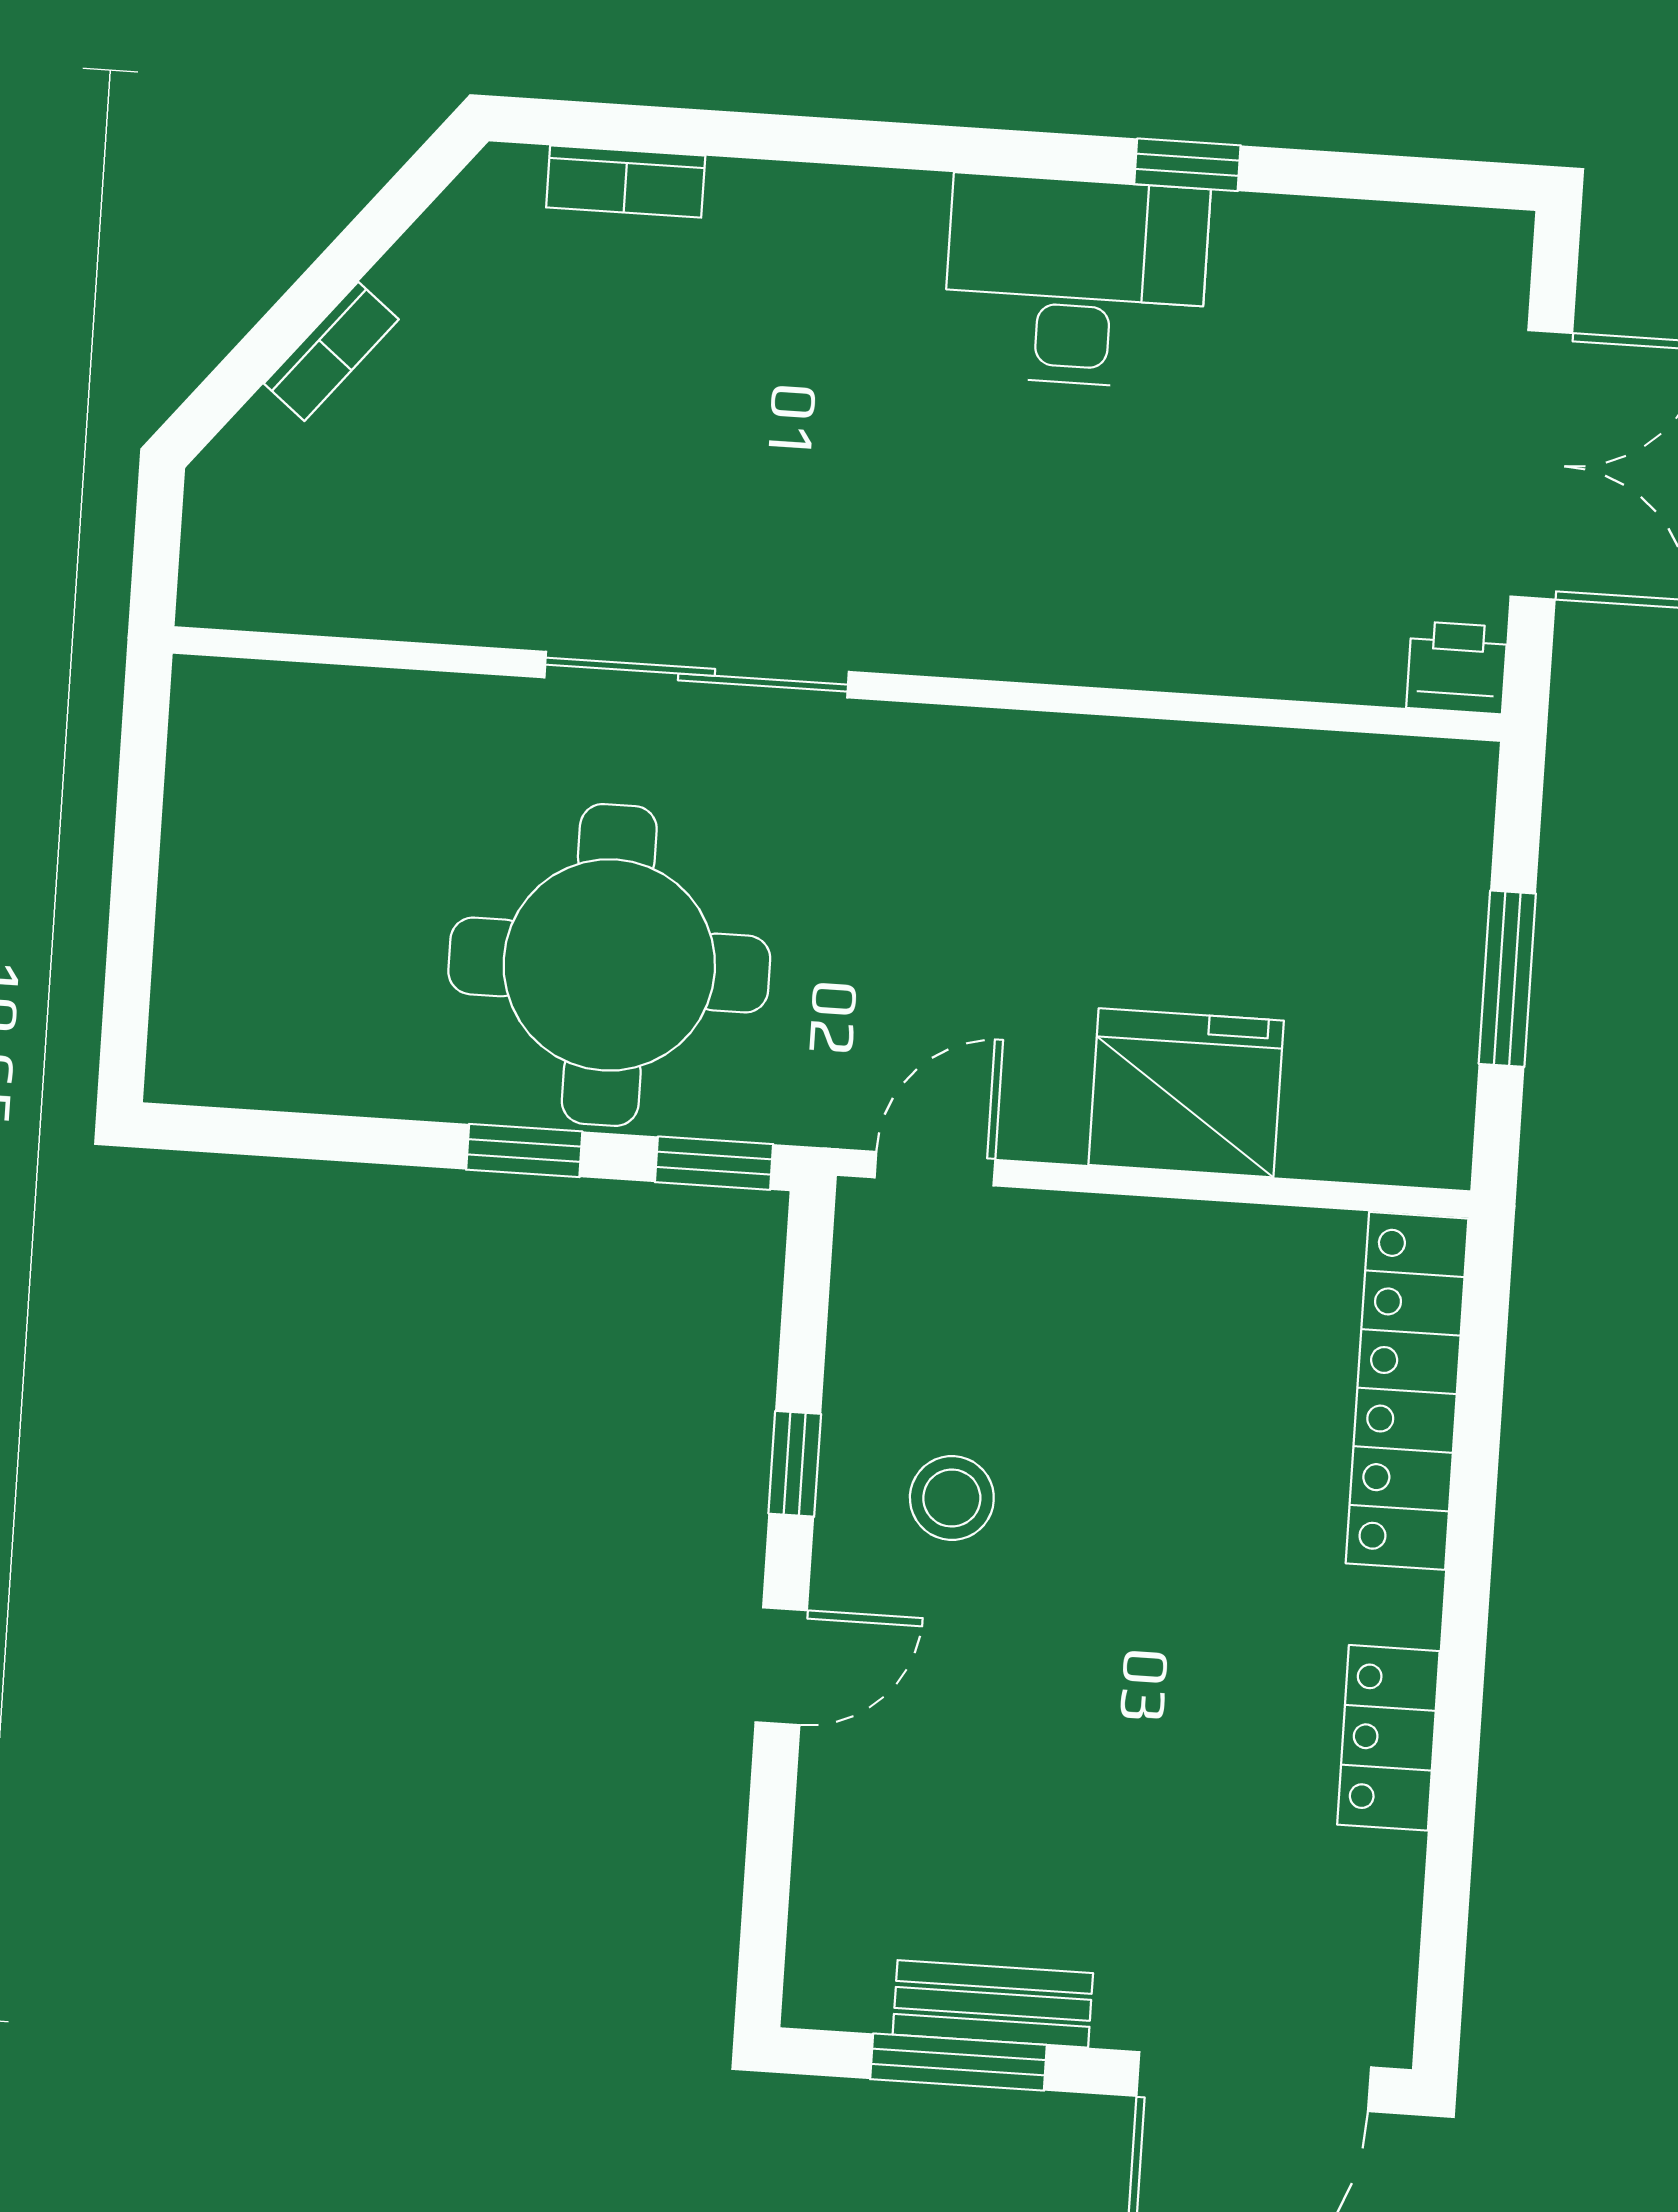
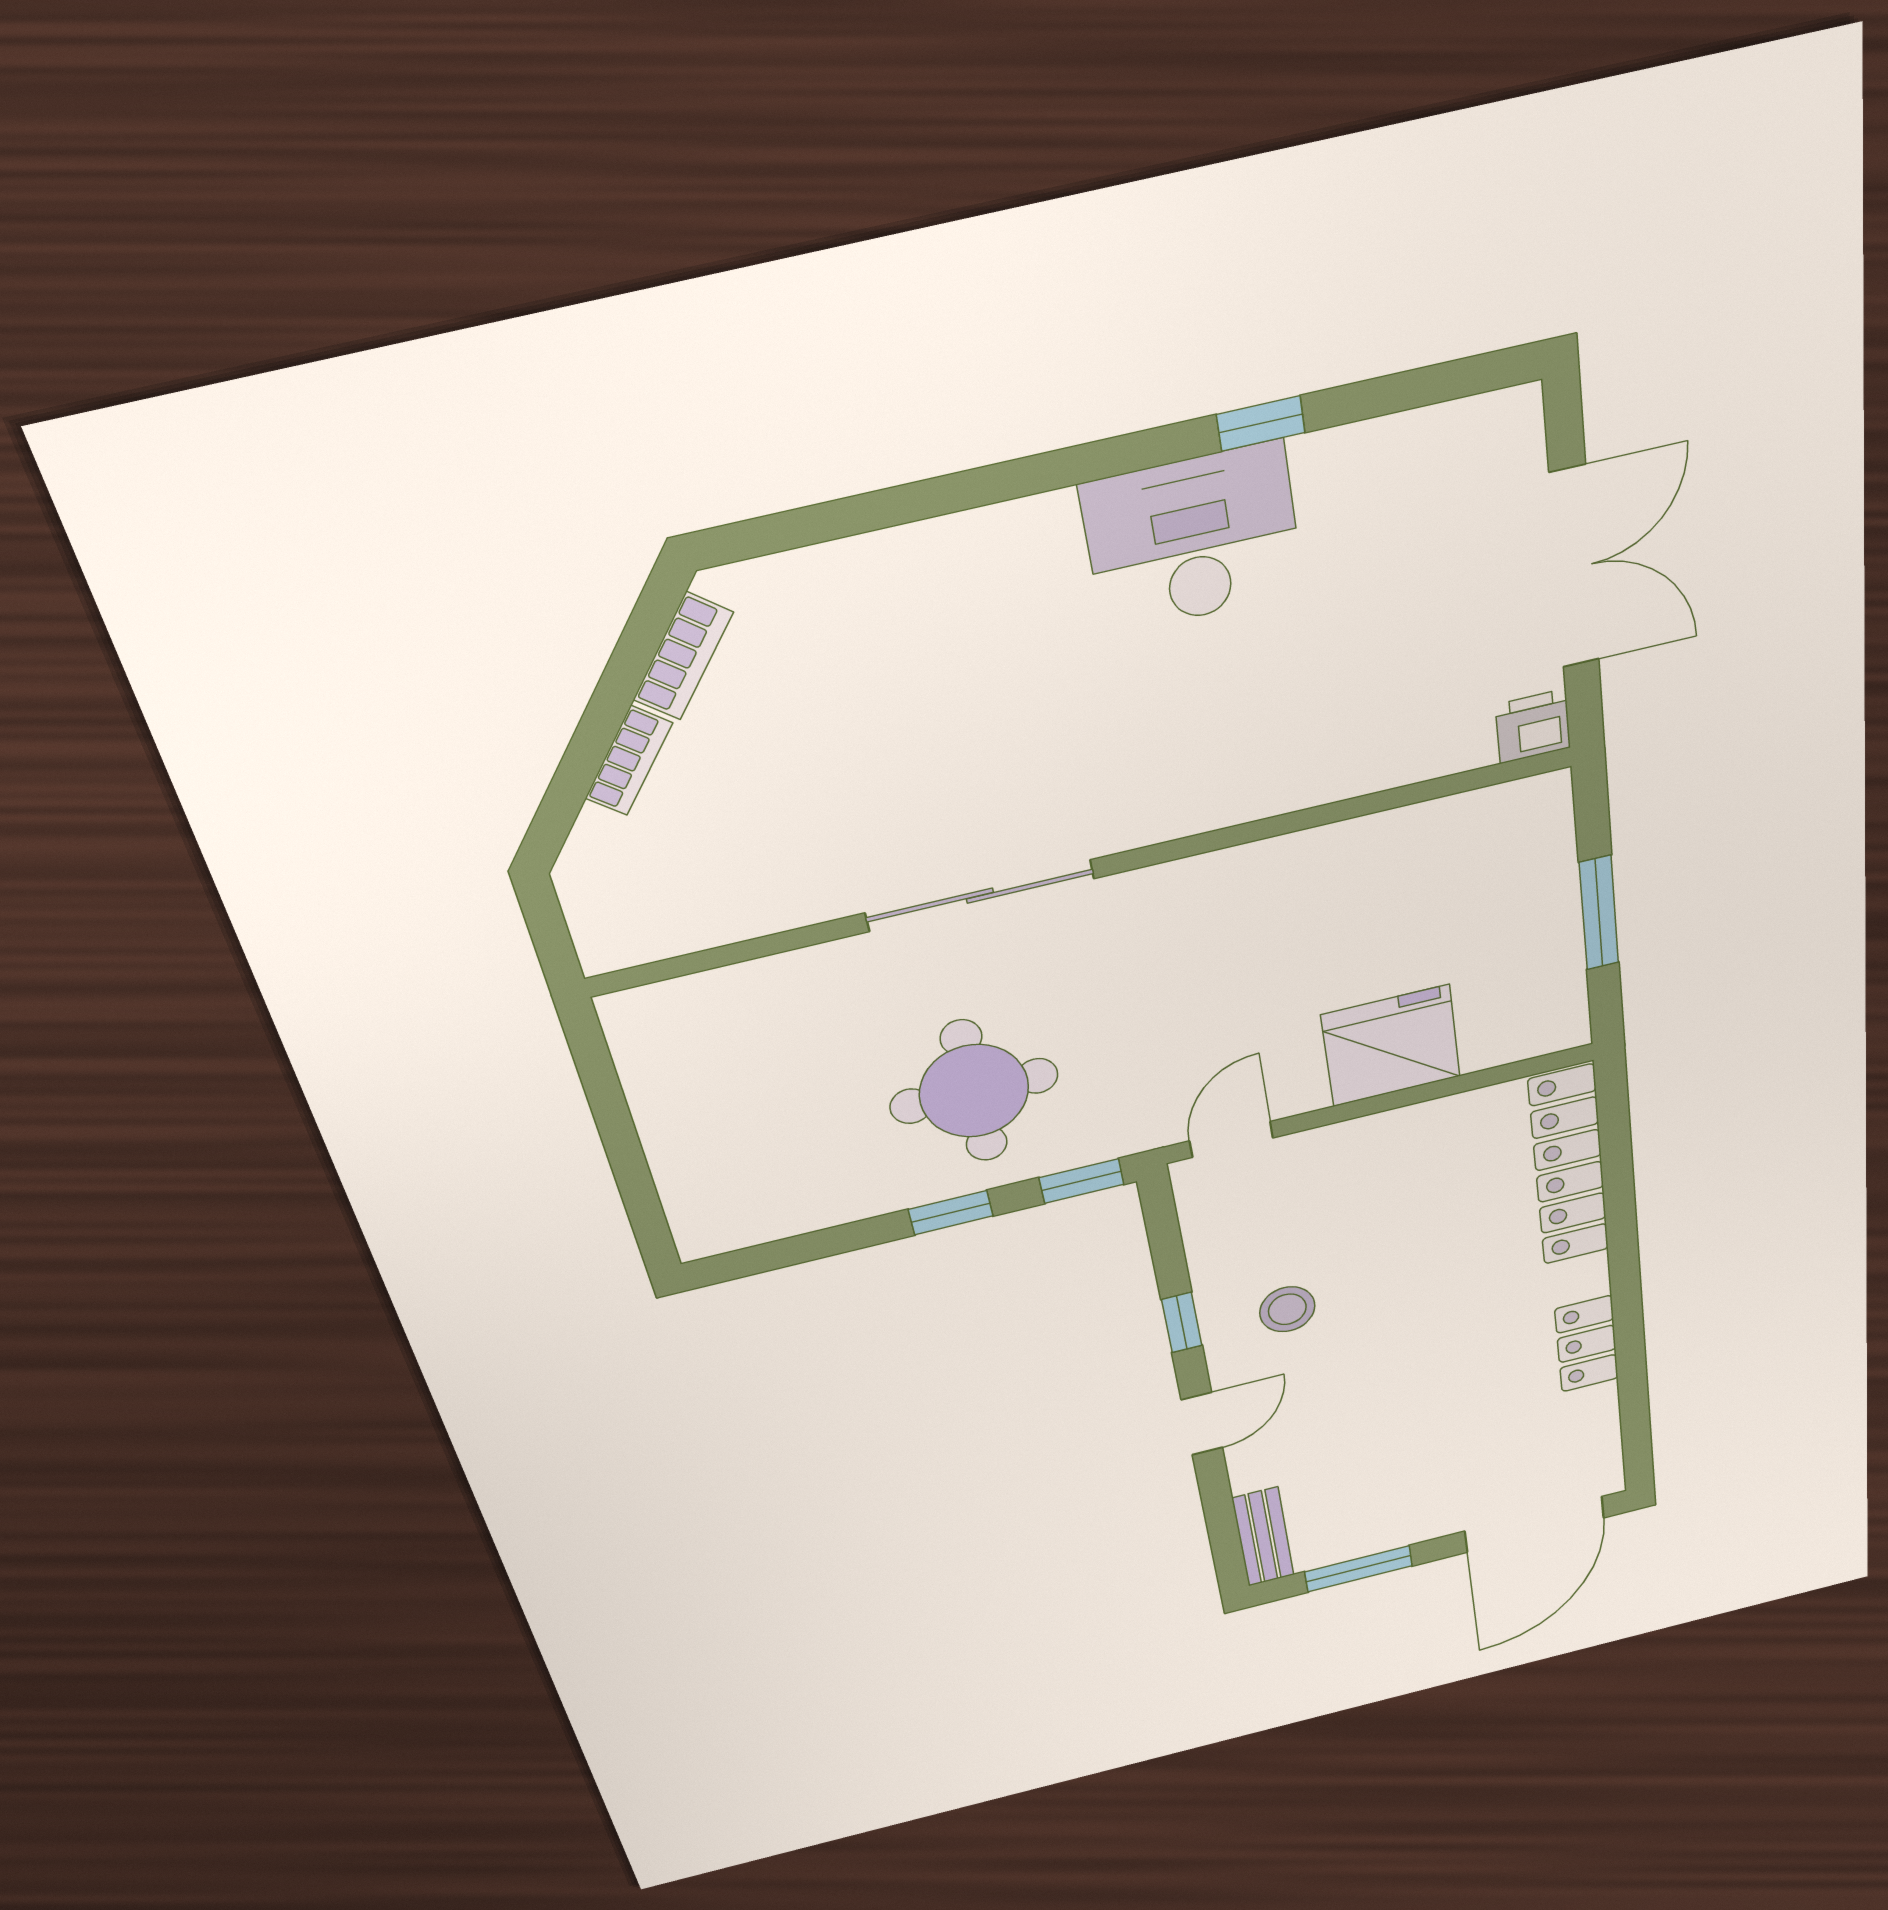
bookcase: (626, 182) -> (683, 656), moved, turned -51
round table: (609, 965) -> (974, 1091), width x0.73, depth x0.73
bench: (993, 2004) -> (1263, 1537), moved, turned 90

